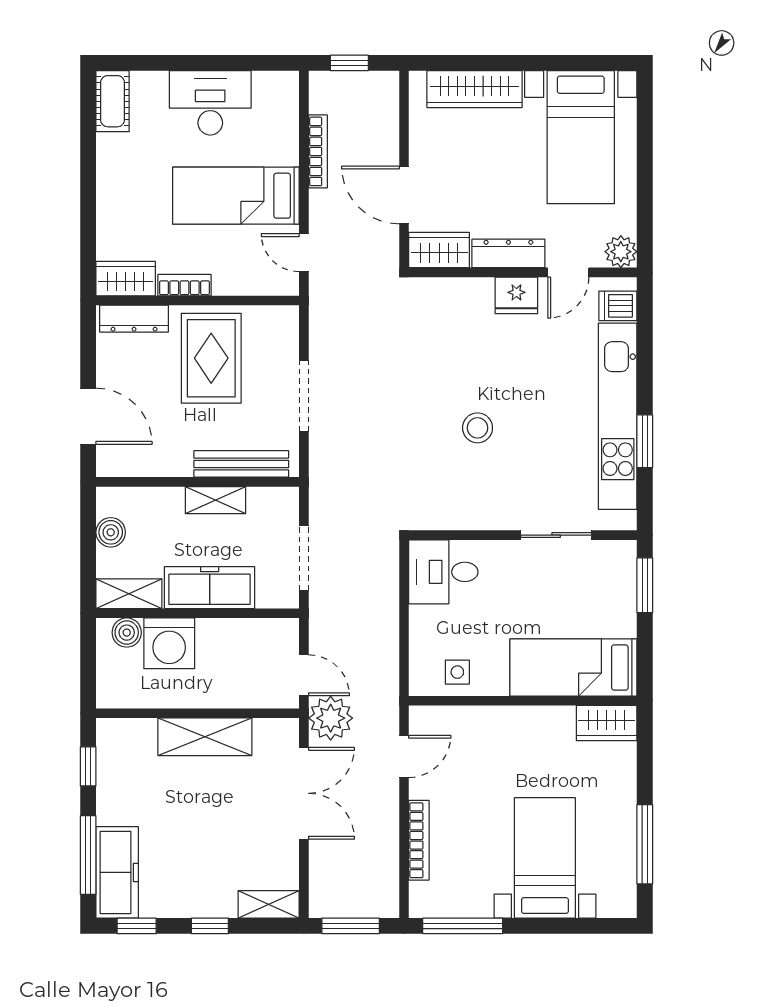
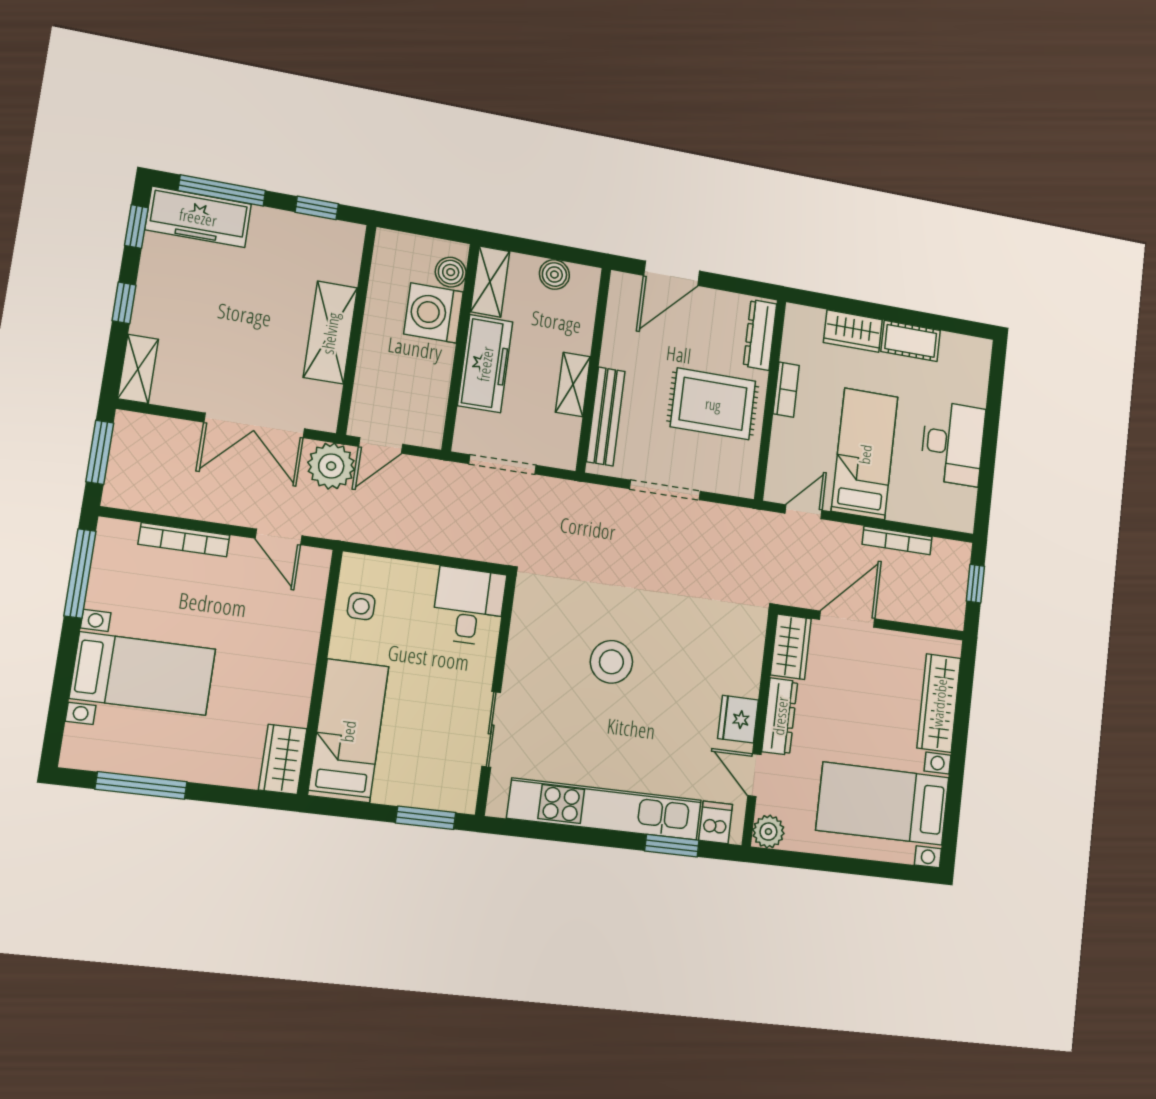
cot: (113, 101) -> (911, 341), moved
wardrobe: (126, 279) -> (853, 331), moved, turned 90
stool: (478, 428) -> (611, 662), width x1.38, depth x1.38
window: (645, 441) -> (672, 846), moved

